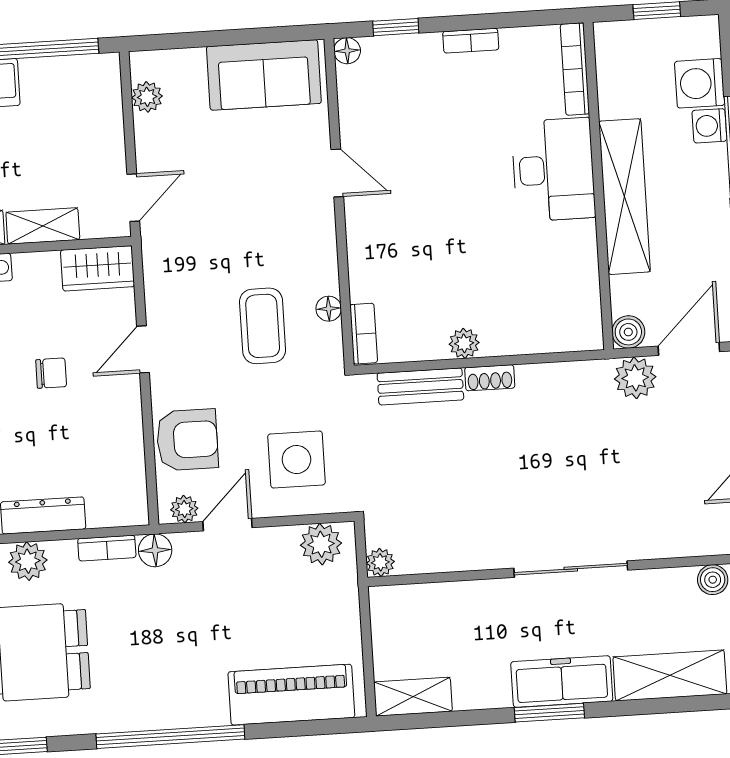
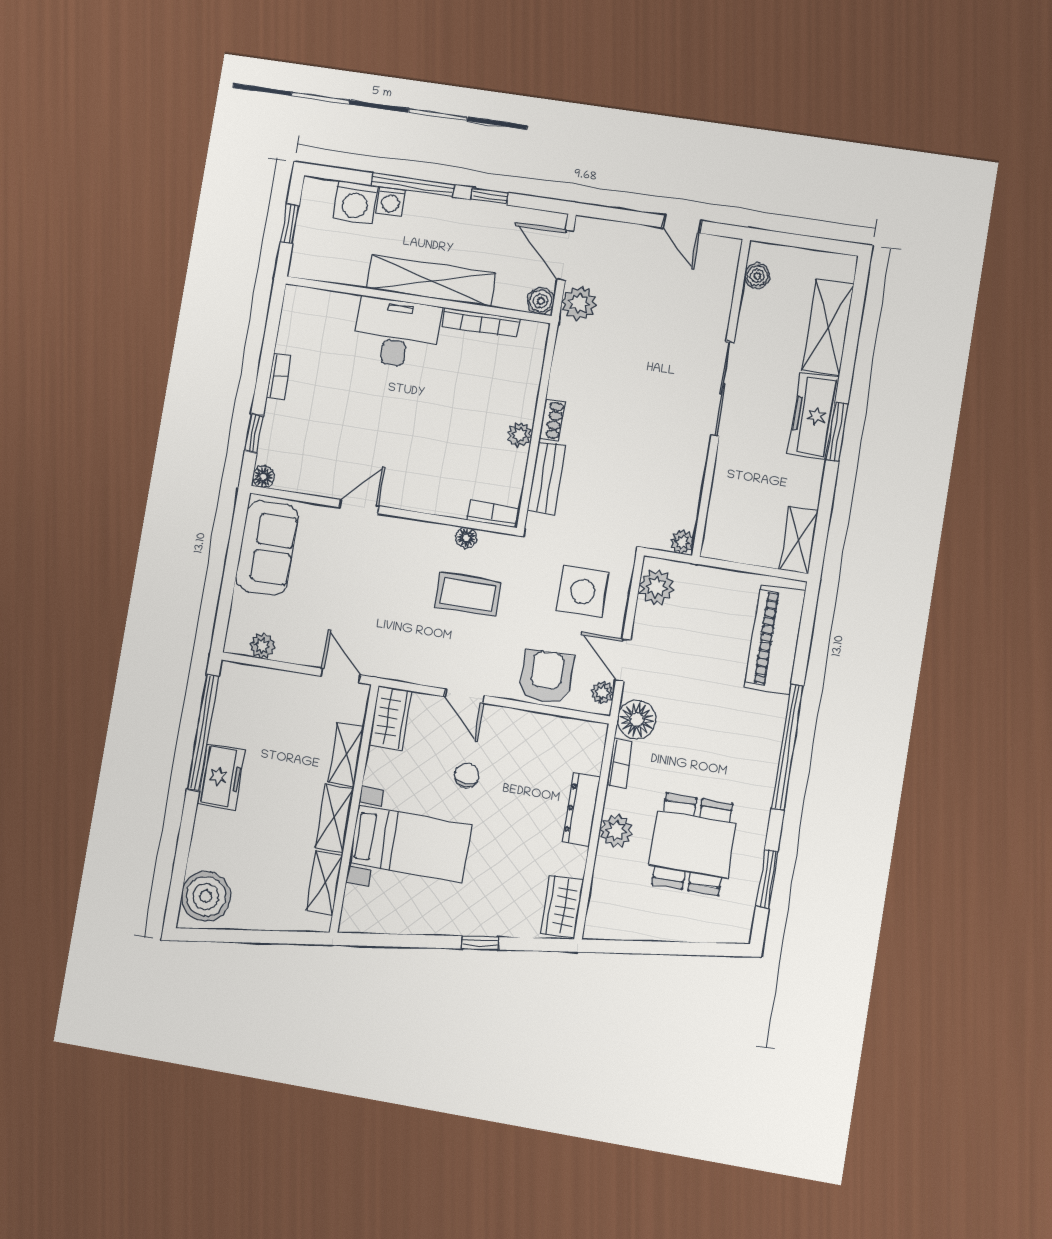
bookcase: (575, 69) -> (481, 322), moved
floor lamp: (155, 550) -> (637, 720), width x1.38, depth x1.38

